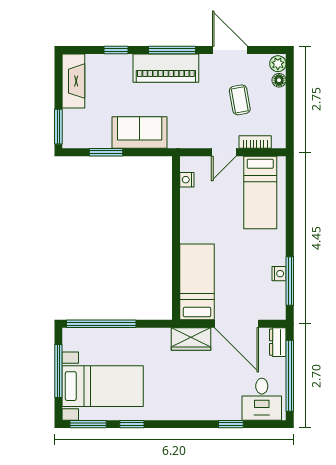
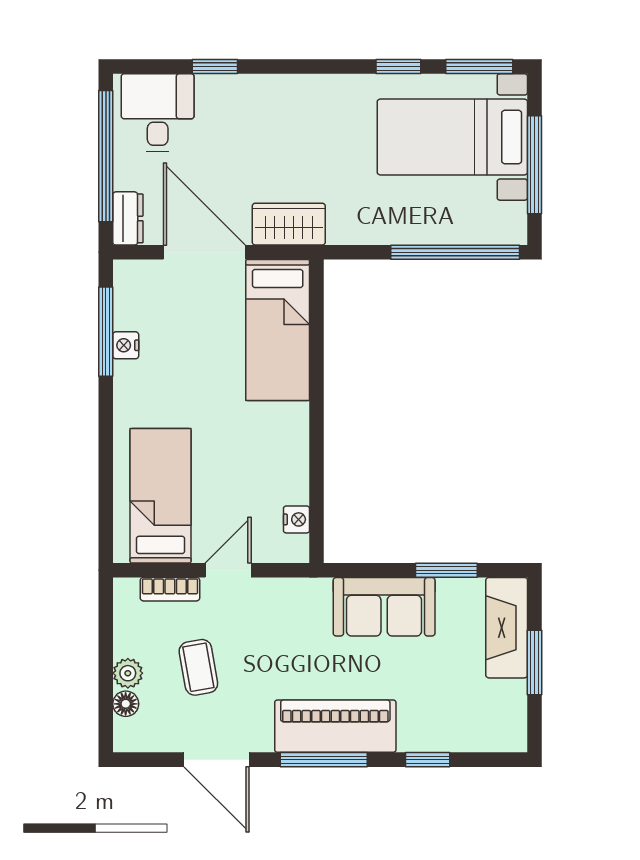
plant: (278, 64) -> (128, 673), moved
fireplace: (73, 81) -> (507, 628), moved
window: (58, 127) -> (534, 662), moved

